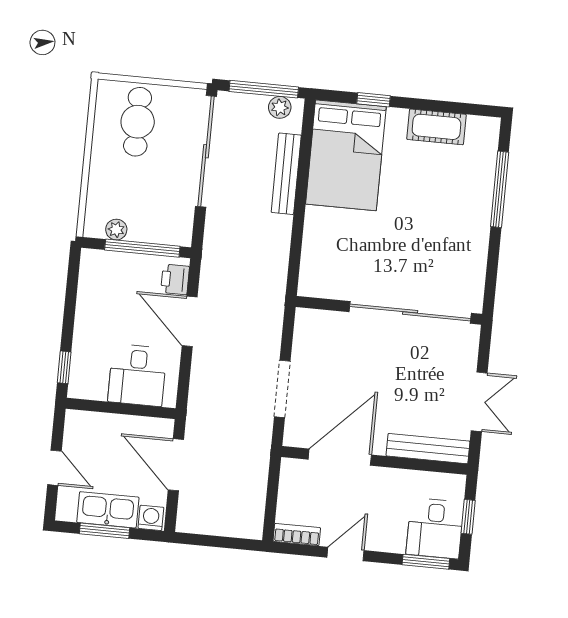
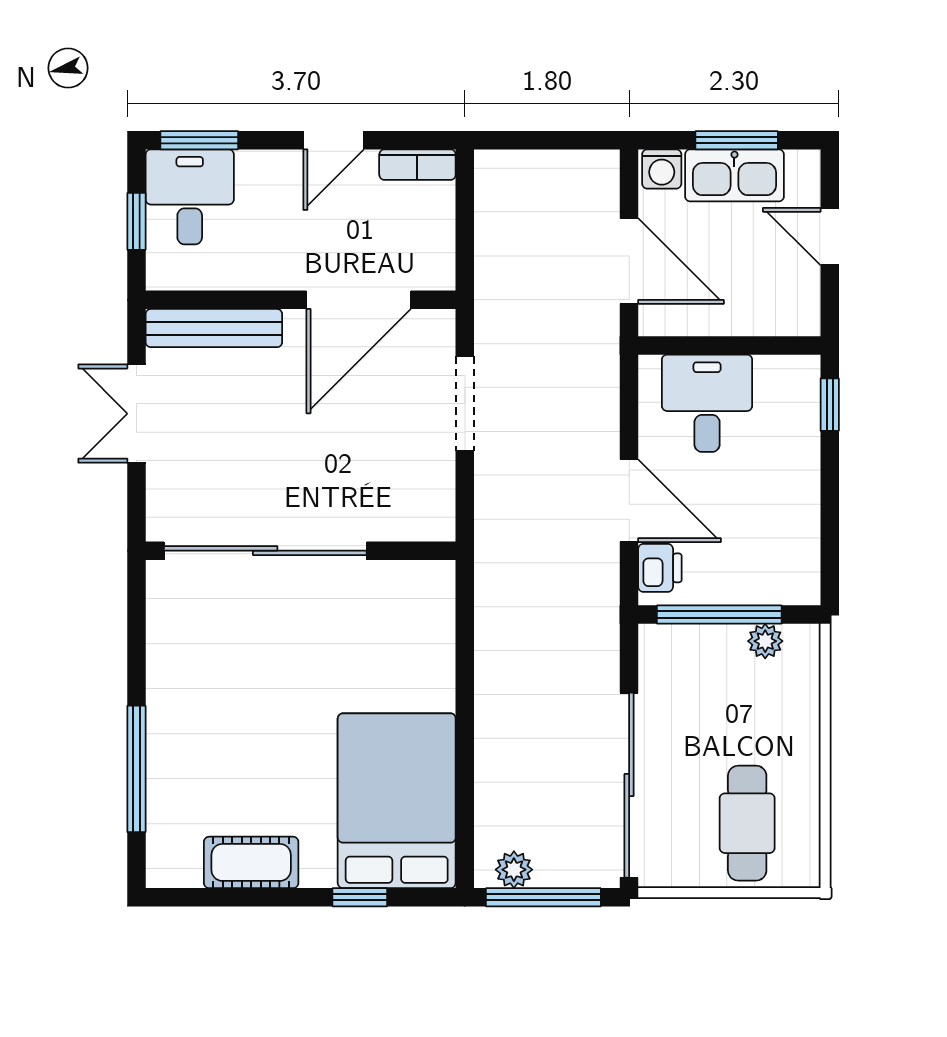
bench: (286, 174) -> (493, 761), removed

